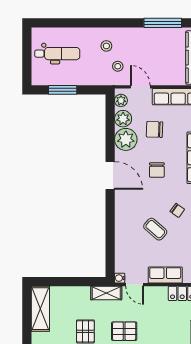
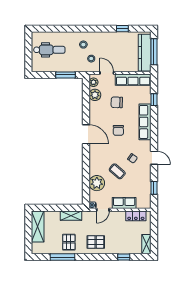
window: (163, 23) -> (122, 29), width x0.46
window: (63, 90) -> (66, 75), moved
plant: (126, 139) -> (97, 183), moved
door: (135, 285) -> (103, 210), hinge flipped
shelving: (106, 293) -> (71, 216), moved

